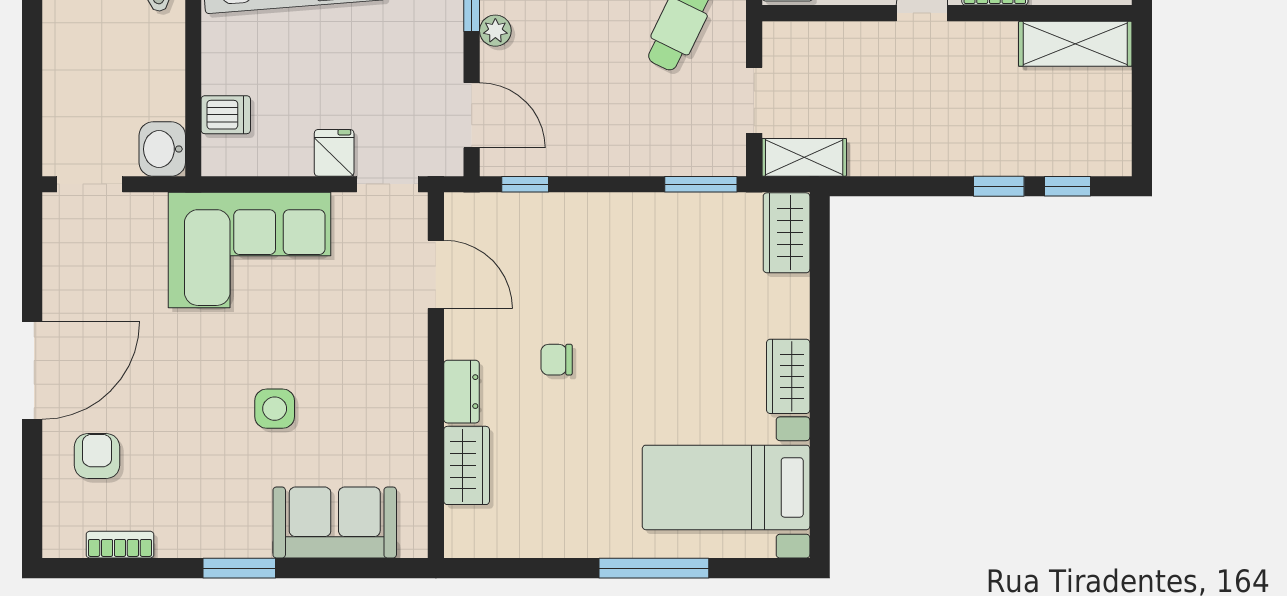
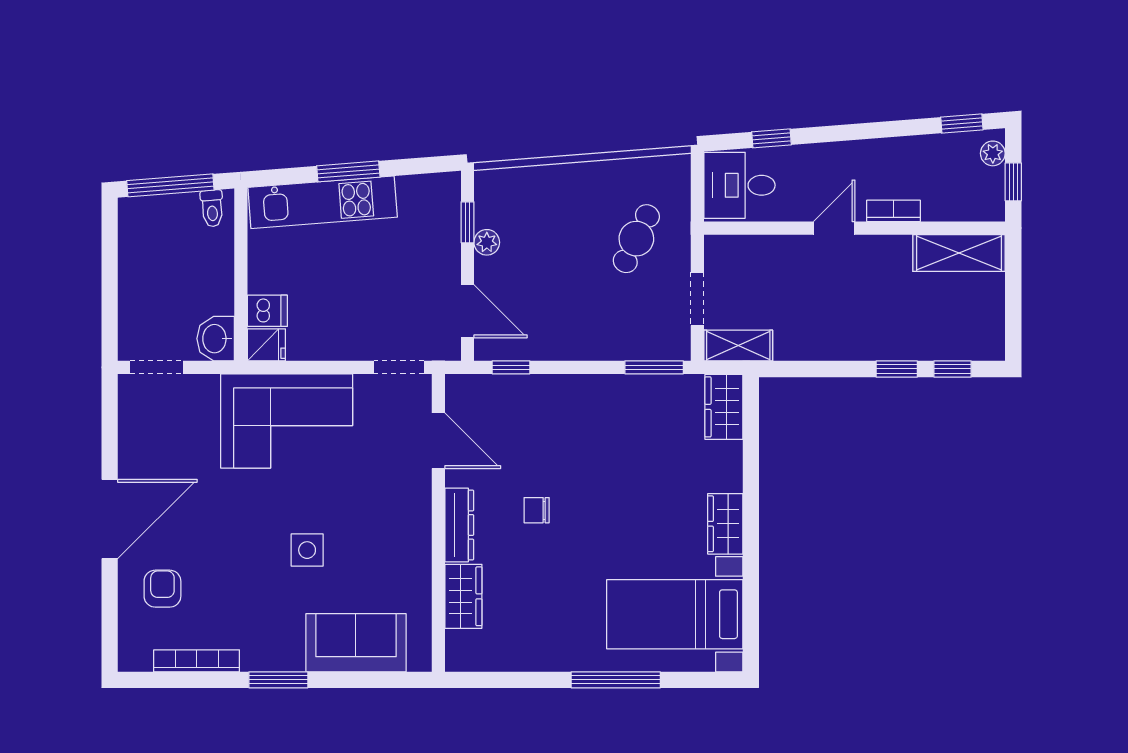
fridge: (334, 153) -> (266, 345), moved, turned 90
dresser: (462, 392) -> (459, 525), width x1.44
bookcase: (120, 545) -> (197, 661), width x1.56

